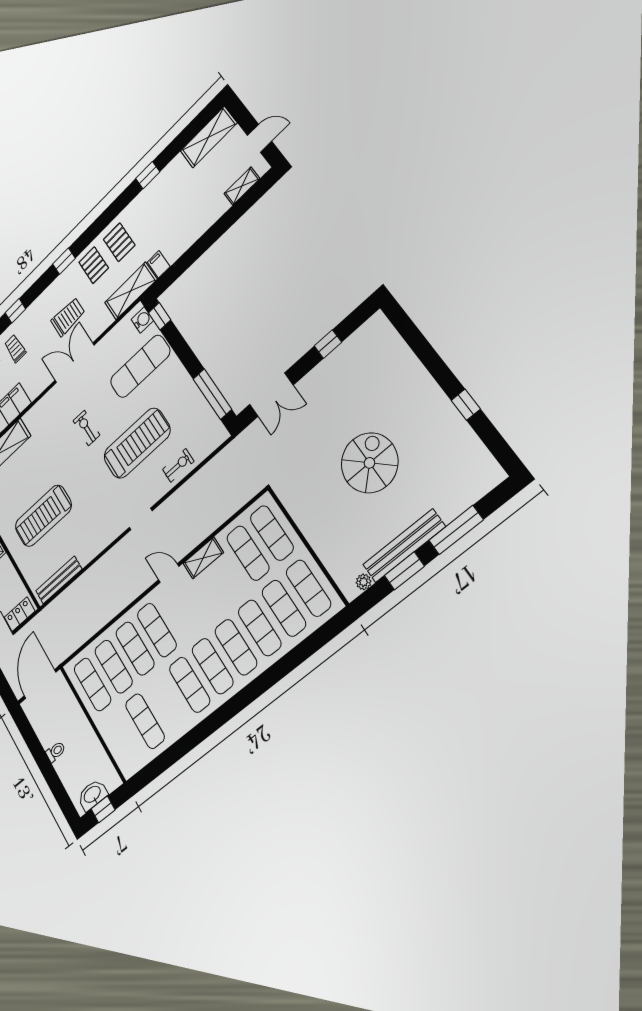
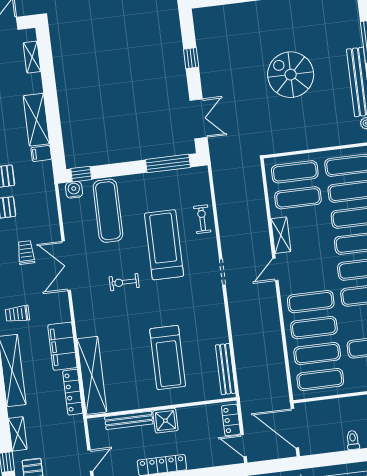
shelving: (131, 291) -> (36, 120), moved
trolley: (68, 317) -> (26, 253), width x0.73, depth x0.72

